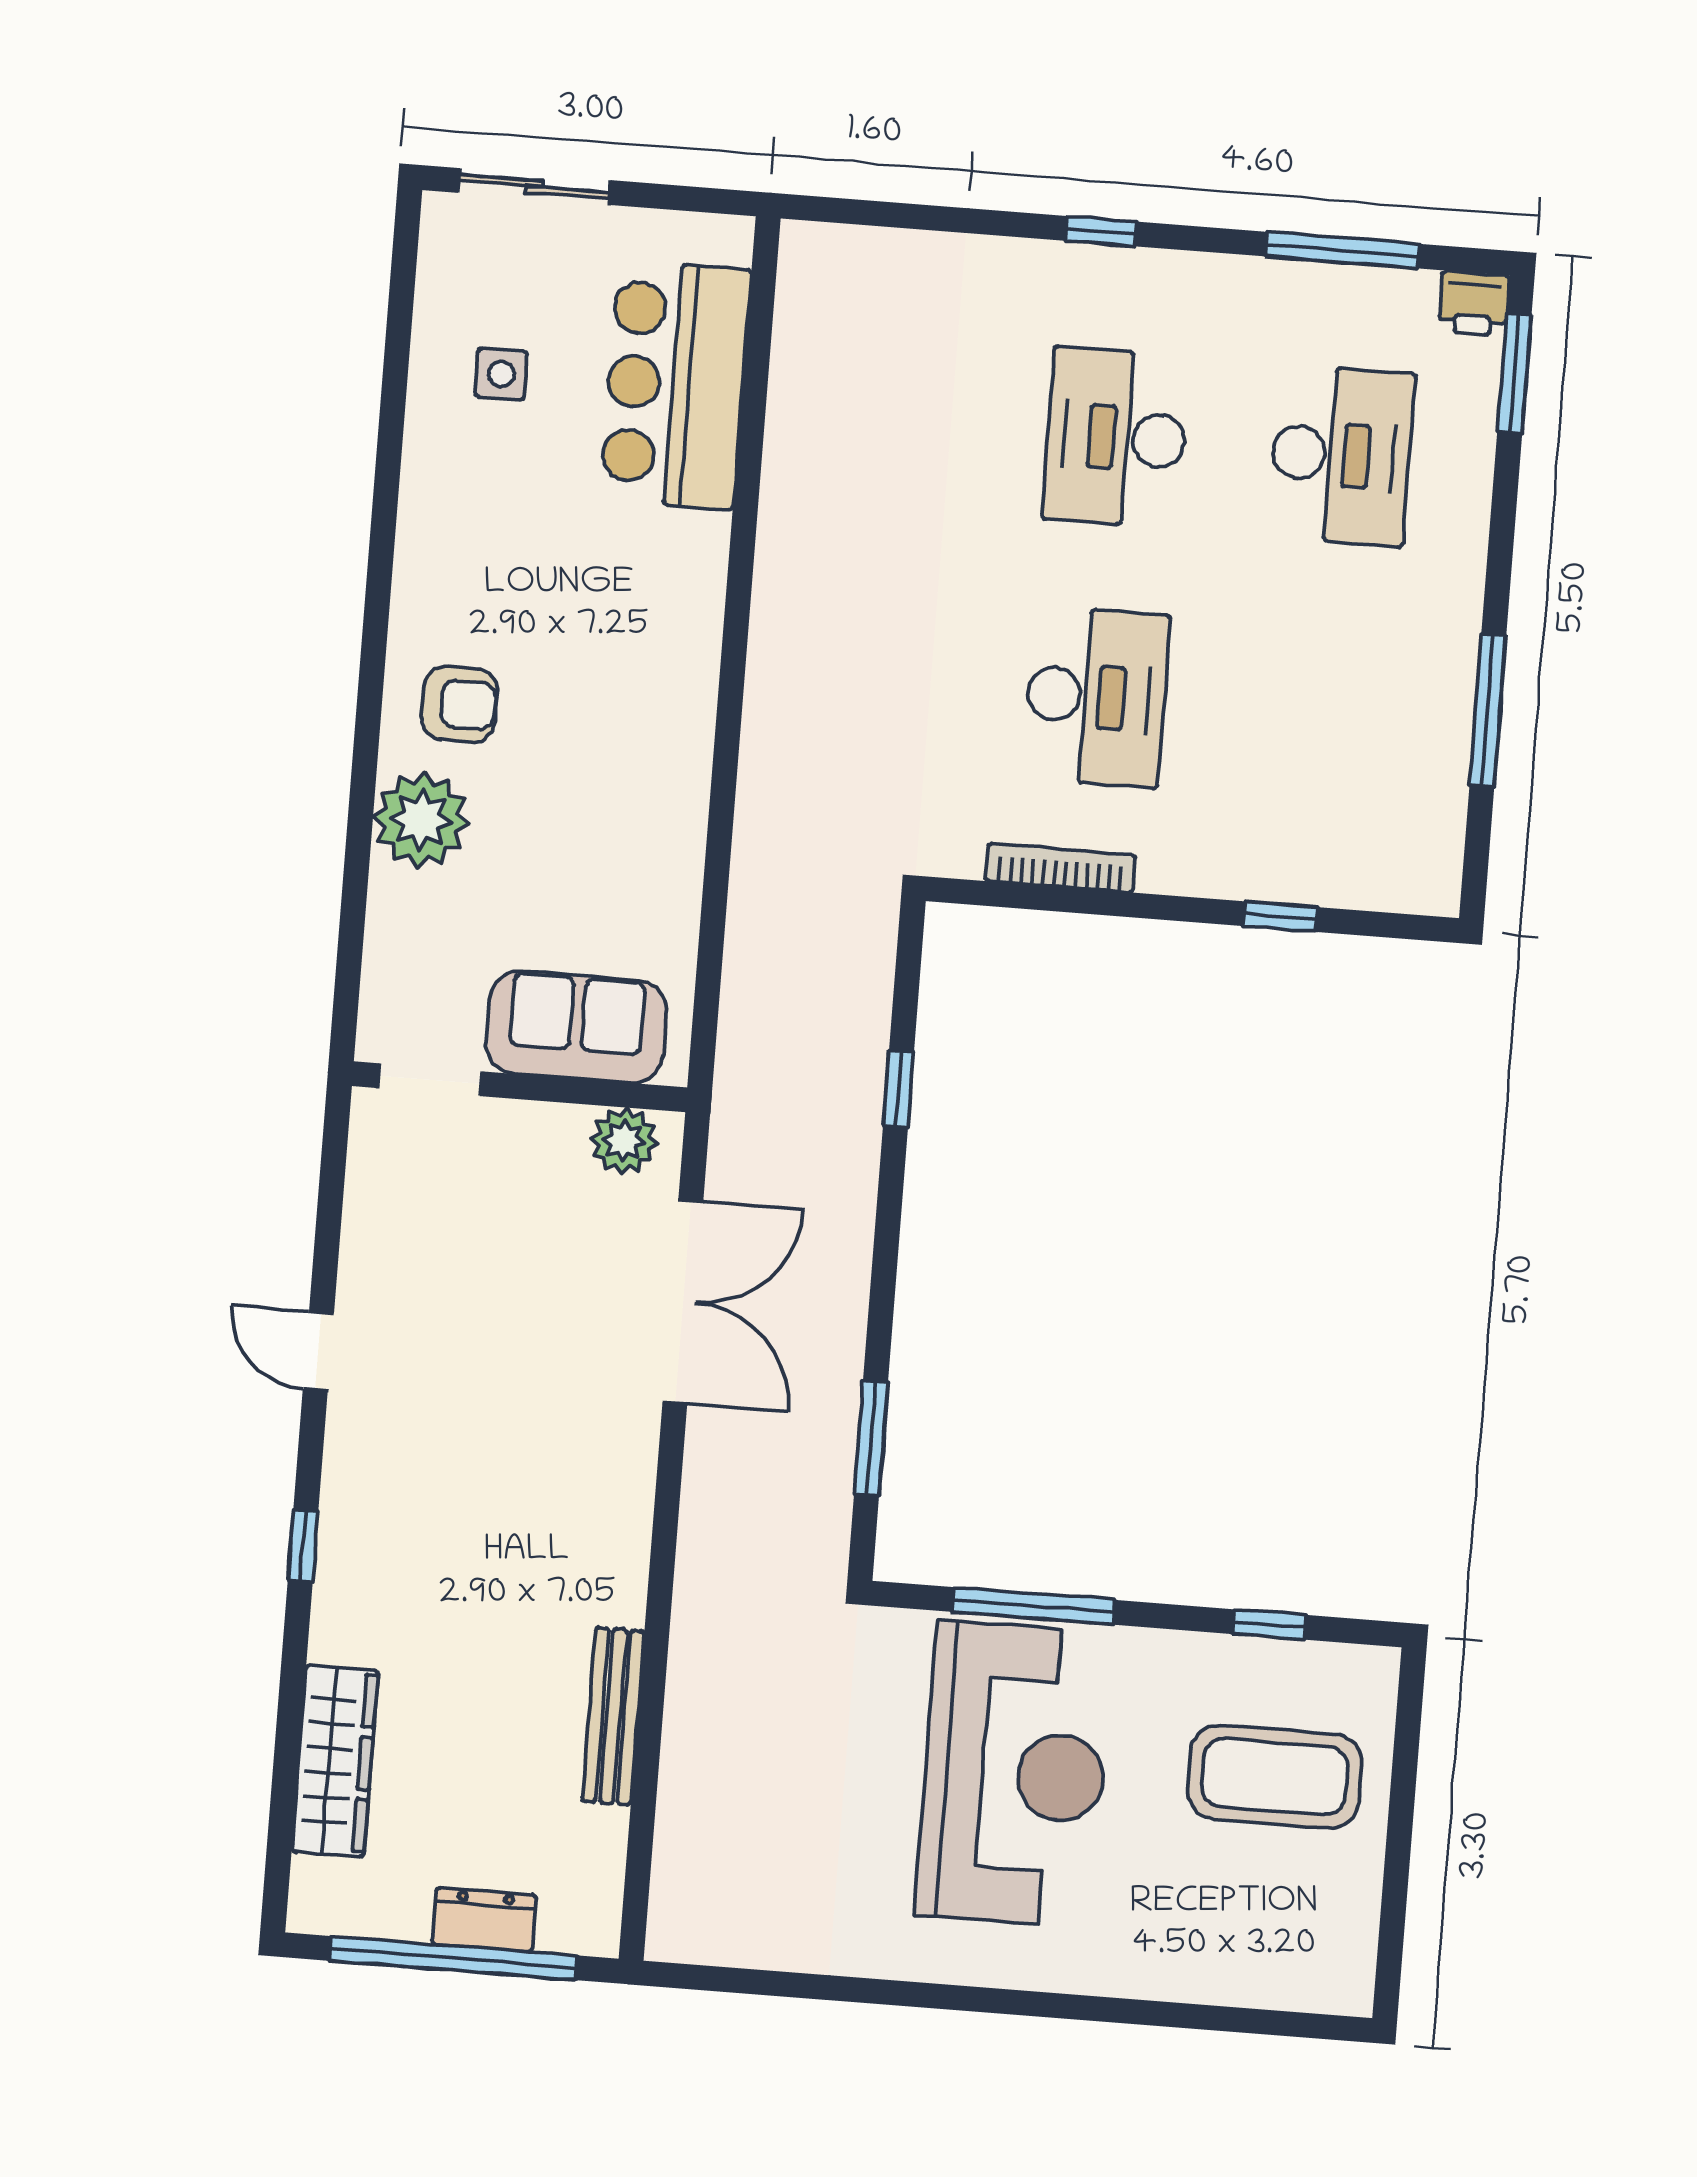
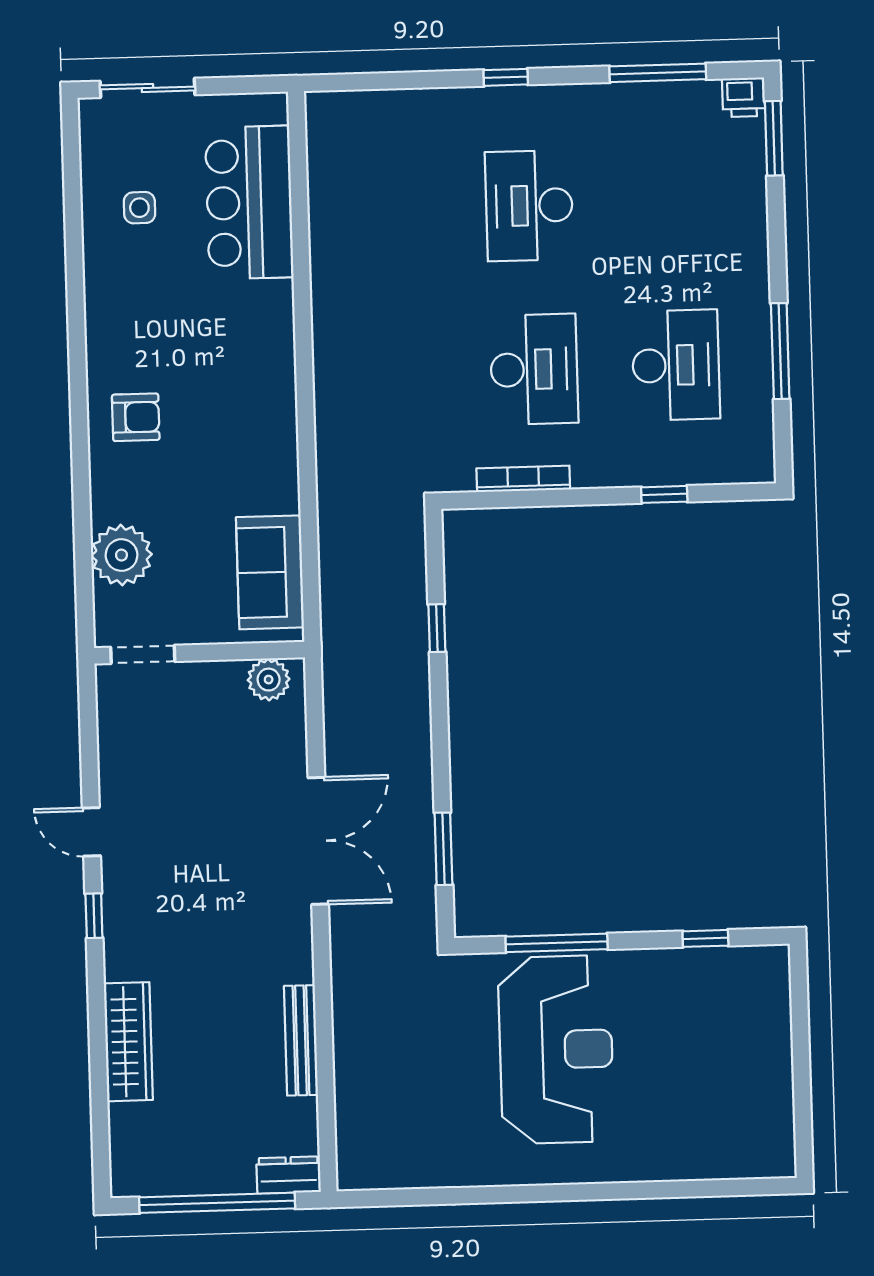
desk: (1341, 455) -> (676, 365), moved
plant: (421, 820) -> (121, 555), moved
sofa: (576, 1027) -> (270, 572), moved, turned -90
double door: (683, 1302) -> (318, 841), moved
window: (303, 1546) -> (94, 916), moved
wardrobe: (335, 1761) -> (128, 1042), moved
coffee table: (1275, 1776) -> (719, 1033), removed
dresser: (484, 1920) -> (289, 1175), moved

